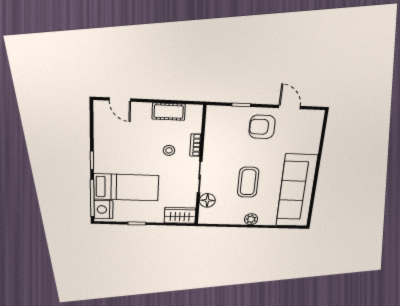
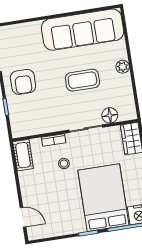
door: (120, 99) -> (23, 217), hinge flipped
cot: (169, 112) -> (23, 155), moved
bed: (126, 187) -> (103, 198), width x1.50

